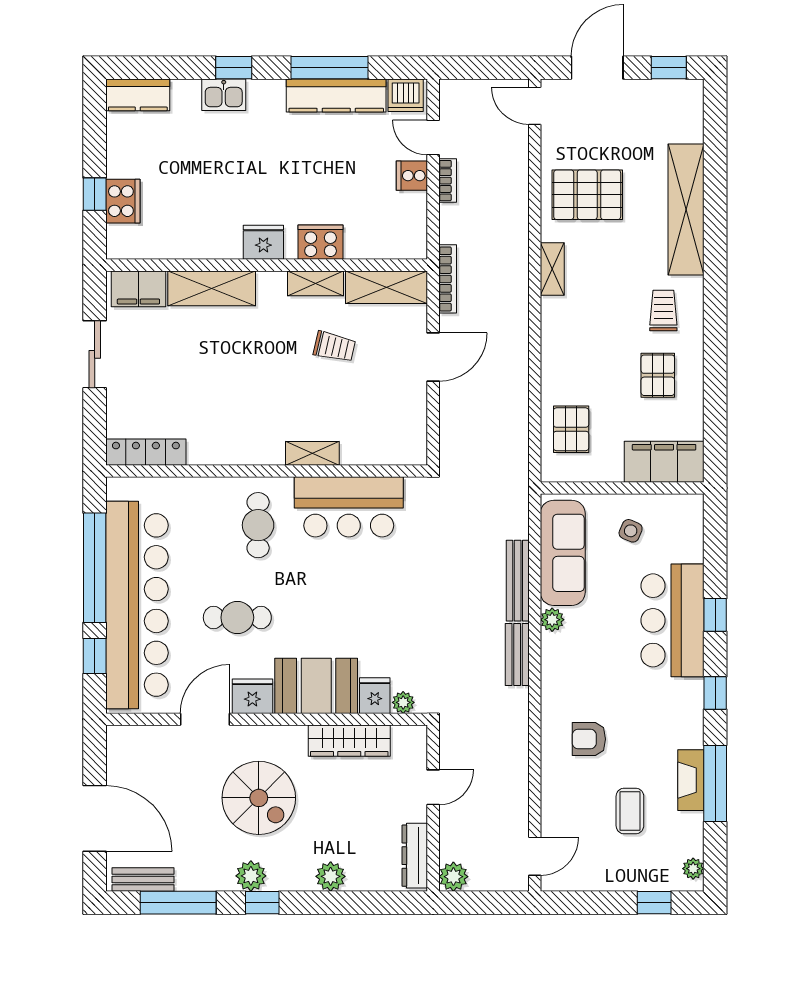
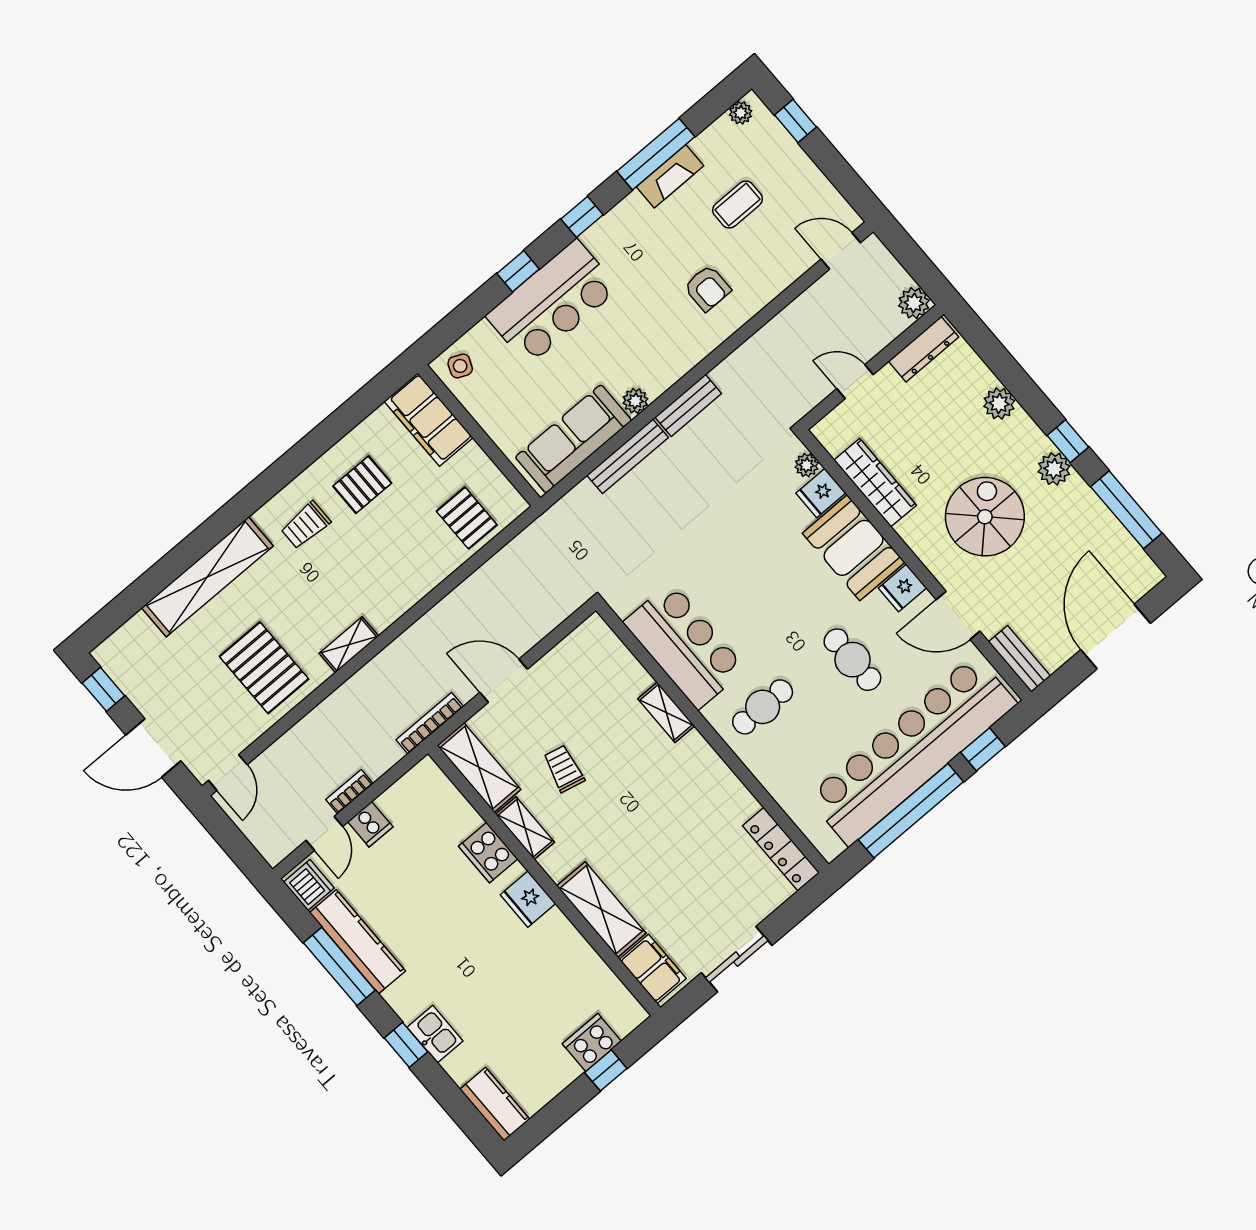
pallet: (571, 429) -> (467, 518), turned 90
side table: (631, 531) -> (460, 366), moved
fridge: (252, 696) -> (902, 588), width x0.72
bench: (143, 879) -> (1020, 659), moved

